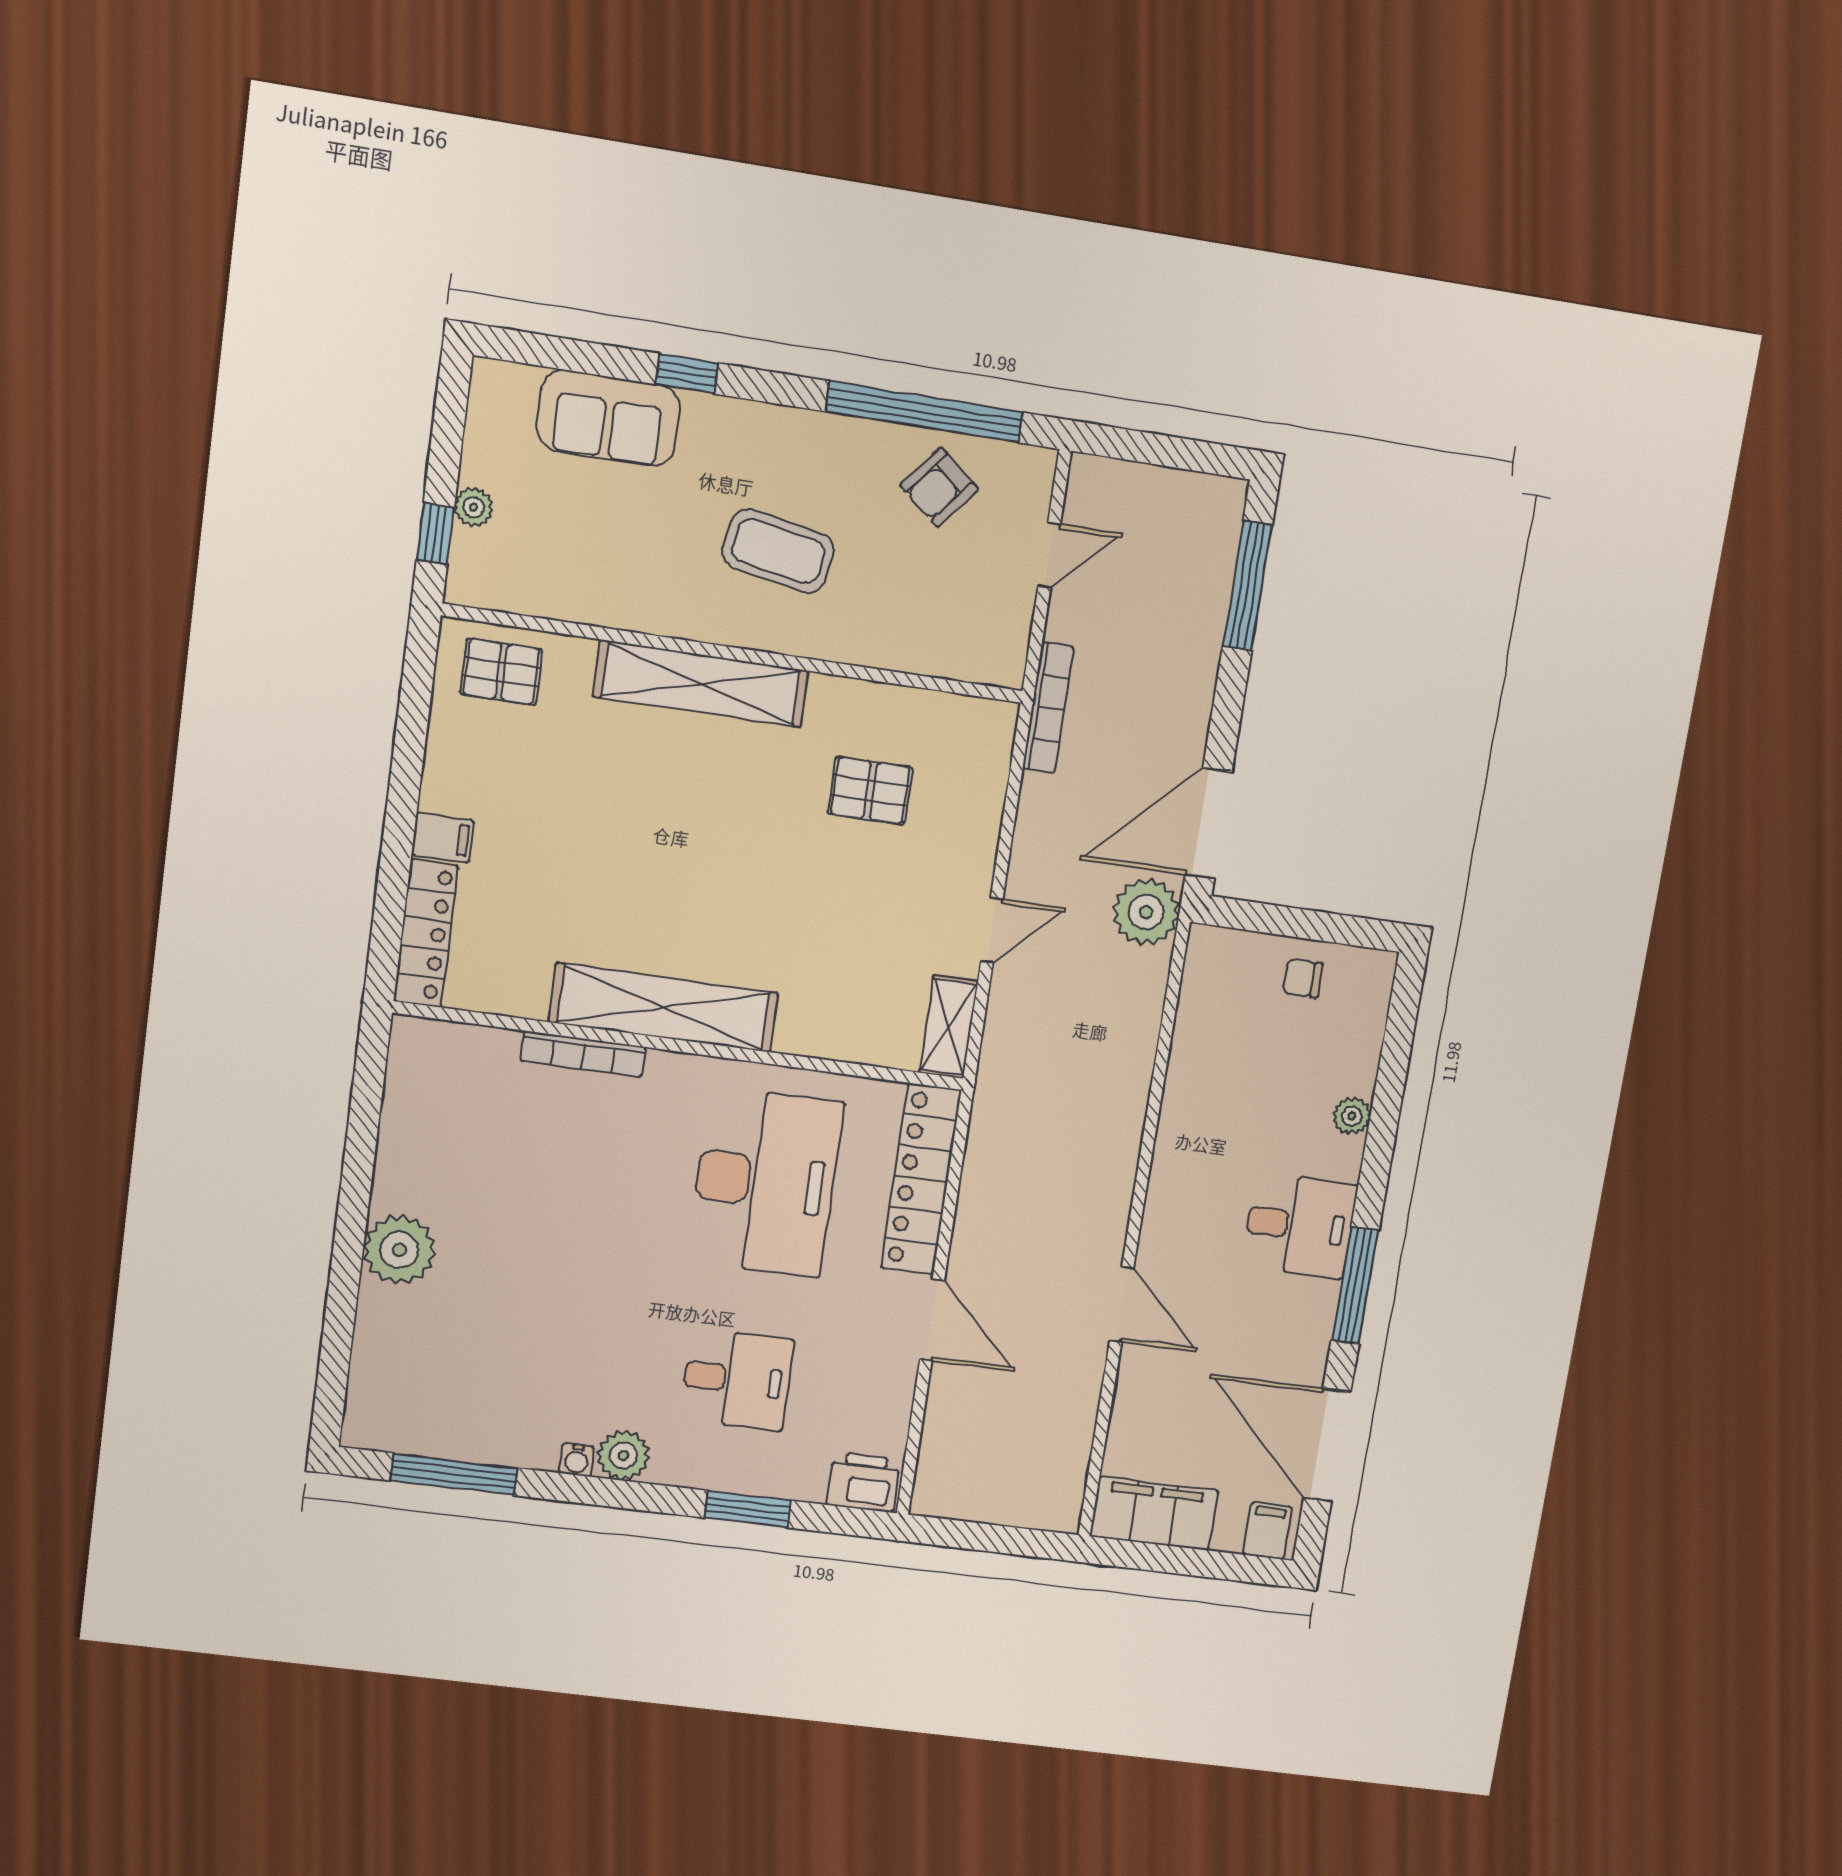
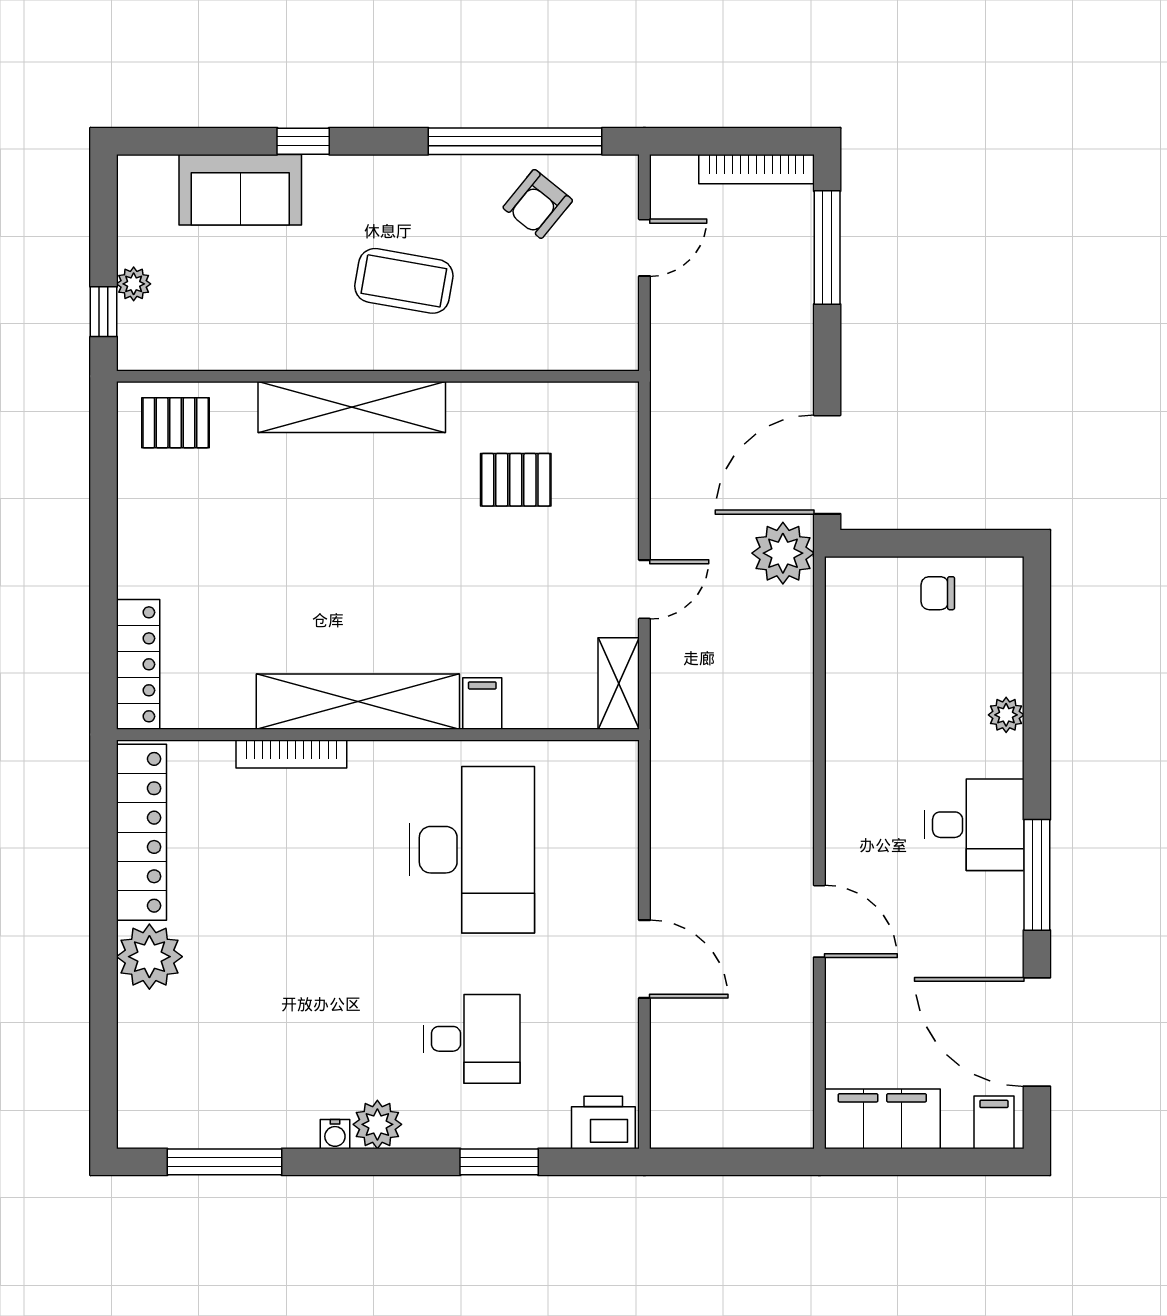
bookcase: (1048, 708) -> (756, 169), moved, turned 90
filing cabinet: (443, 838) -> (482, 704), moved, turned -90
locker: (921, 1179) -> (142, 832), moved, turned 180

